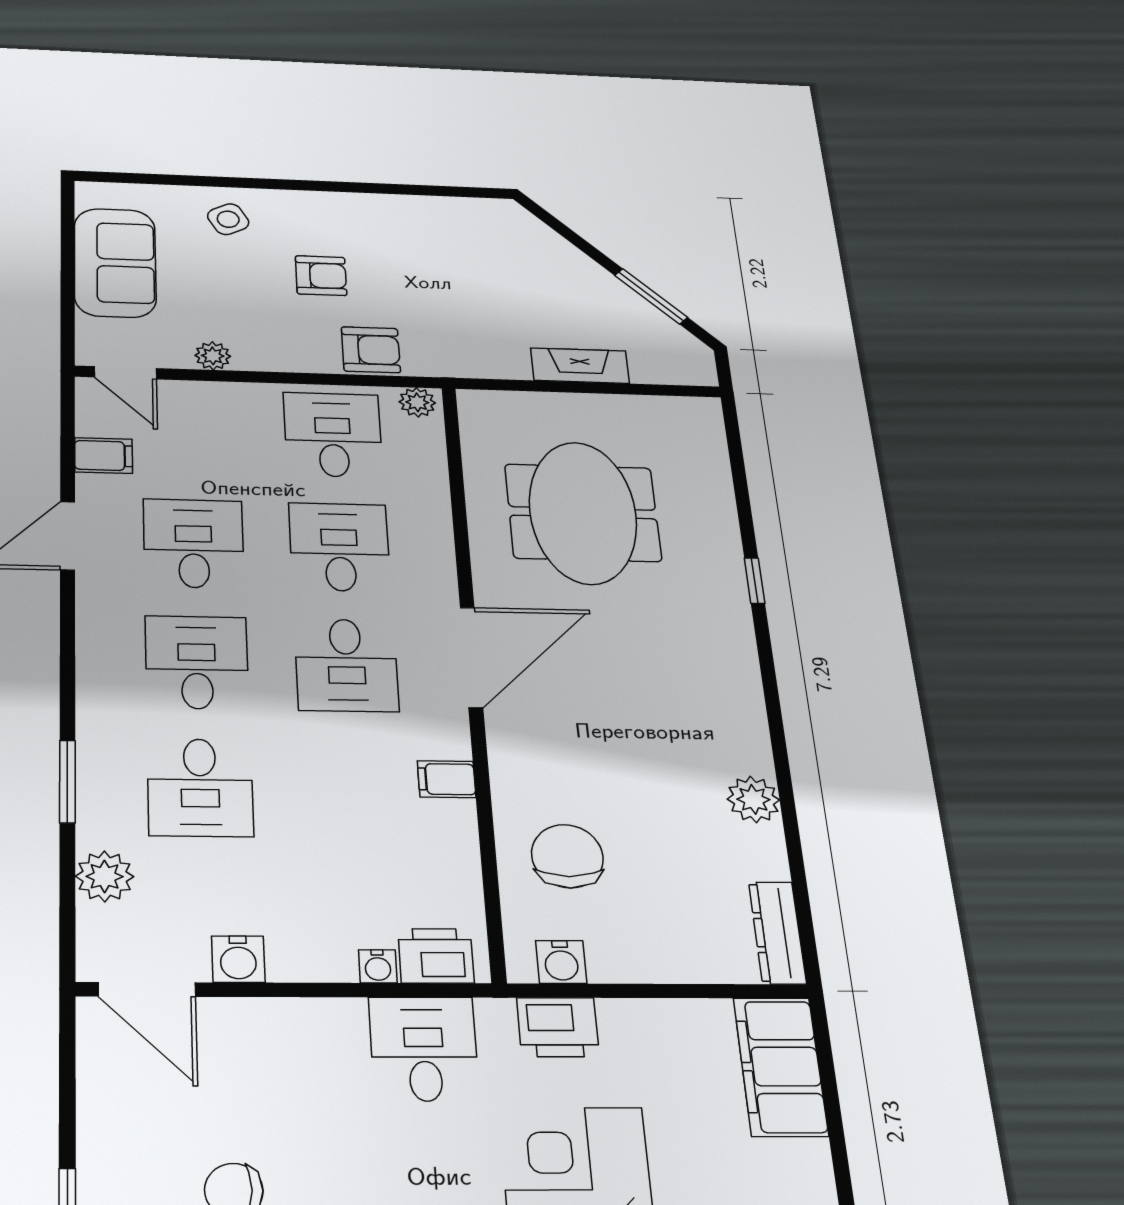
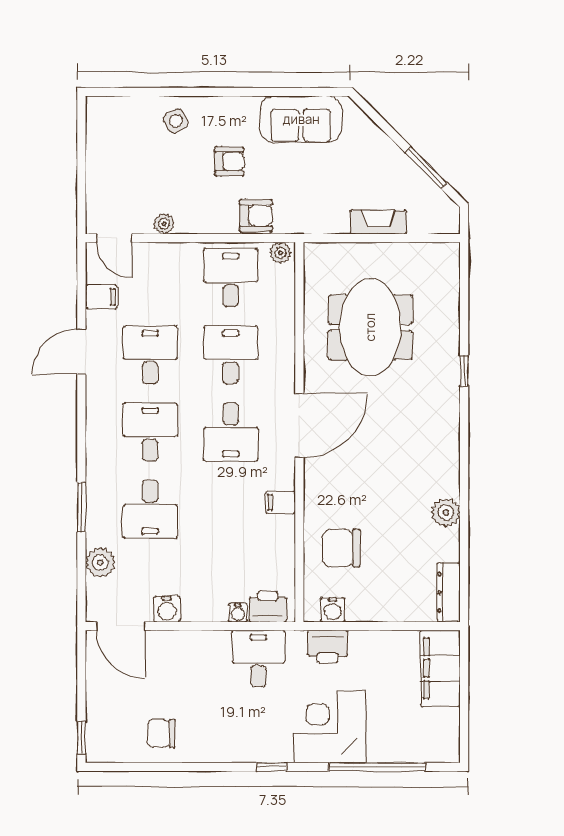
sofa: (115, 263) -> (301, 119), moved, turned 90
chair: (567, 856) -> (341, 548), turned -90

